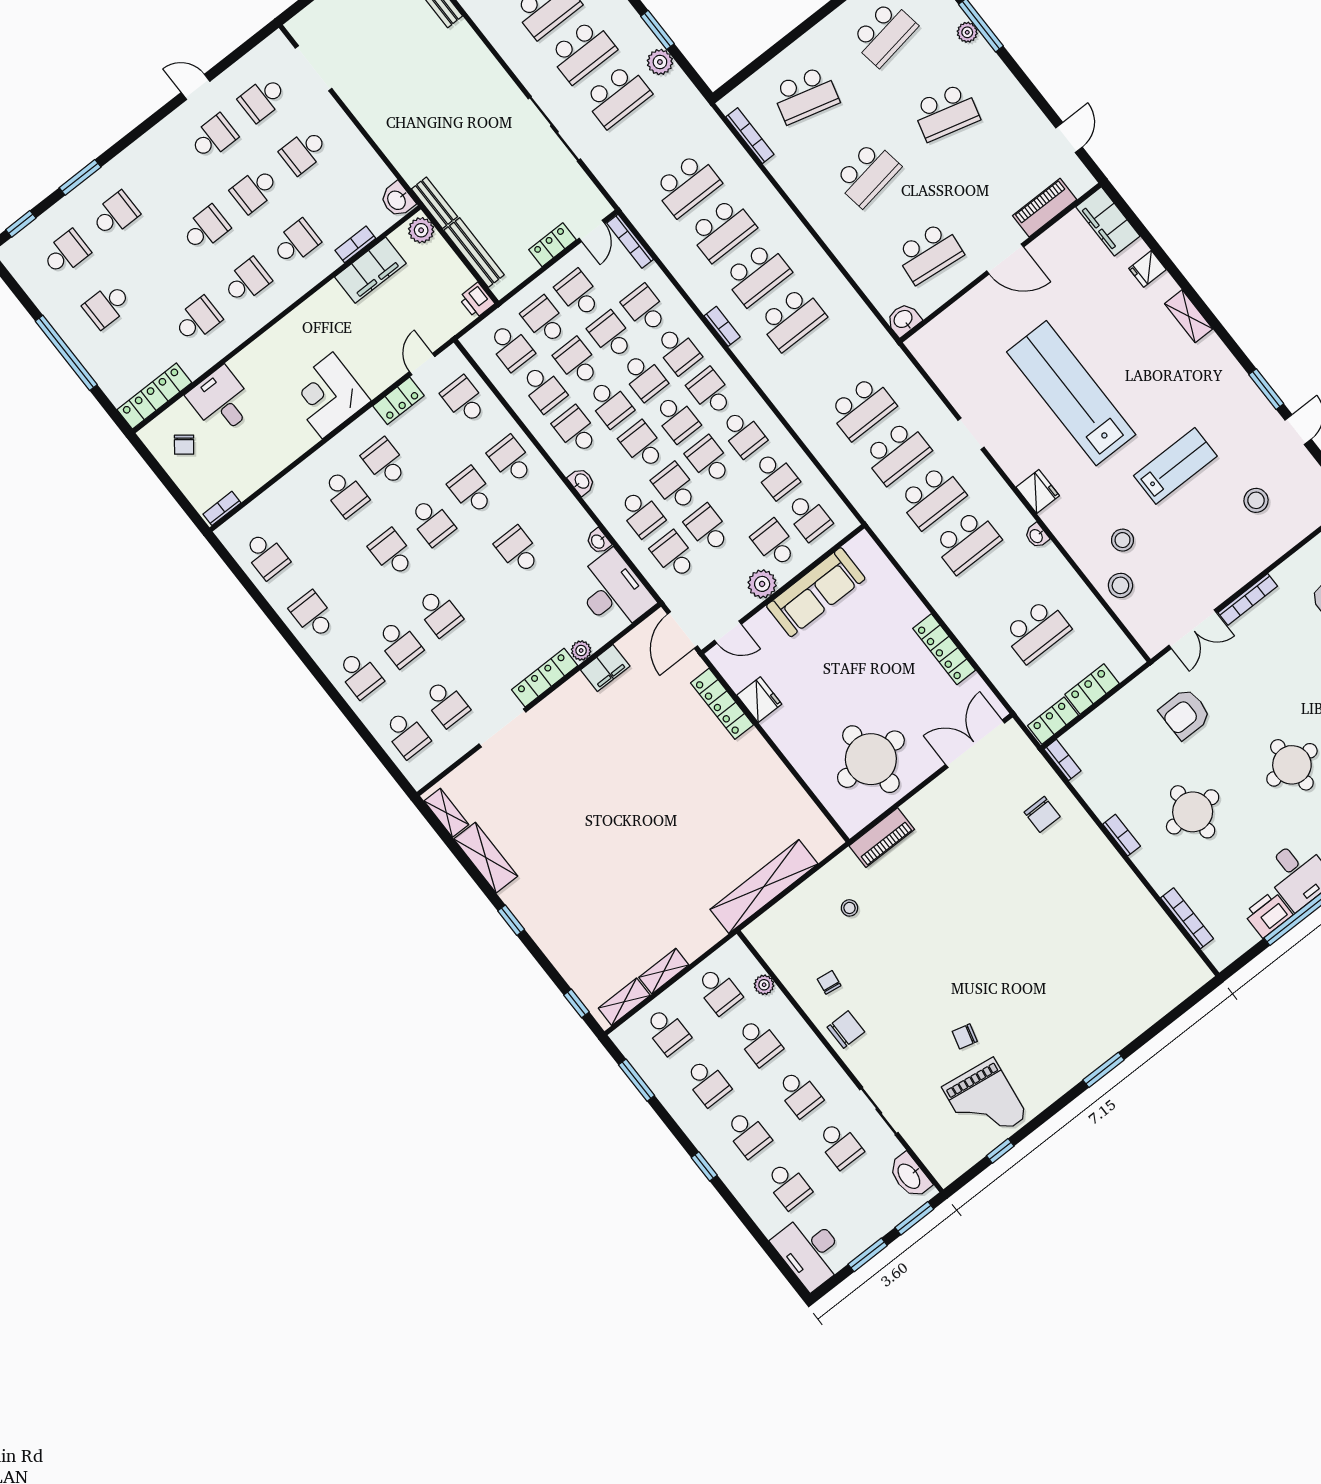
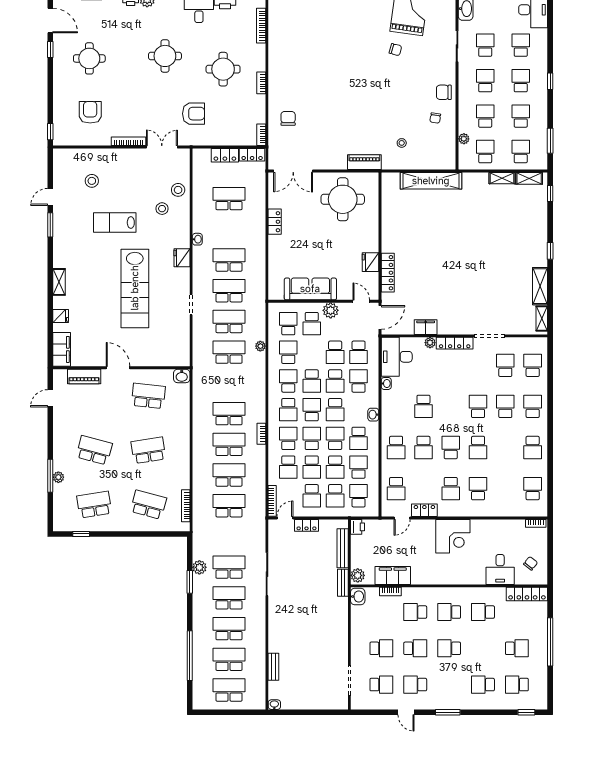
window: (80, 177) -> (448, 712), moved
plant: (823, 452) -> (260, 346), added
locker: (944, 649) -> (275, 222), width x0.66

